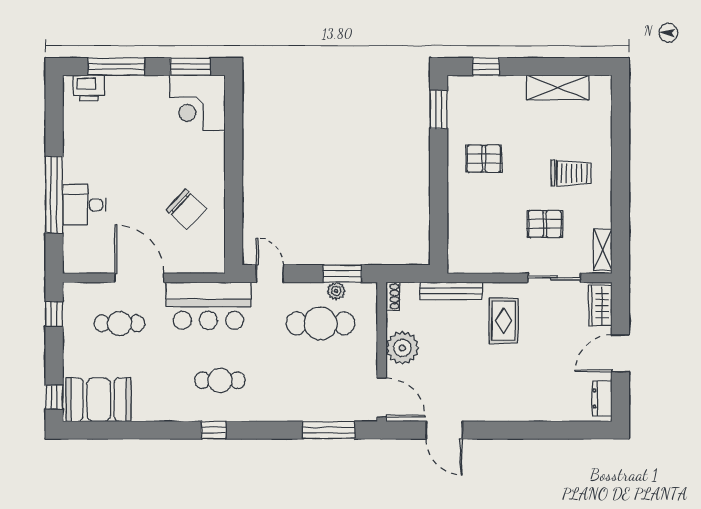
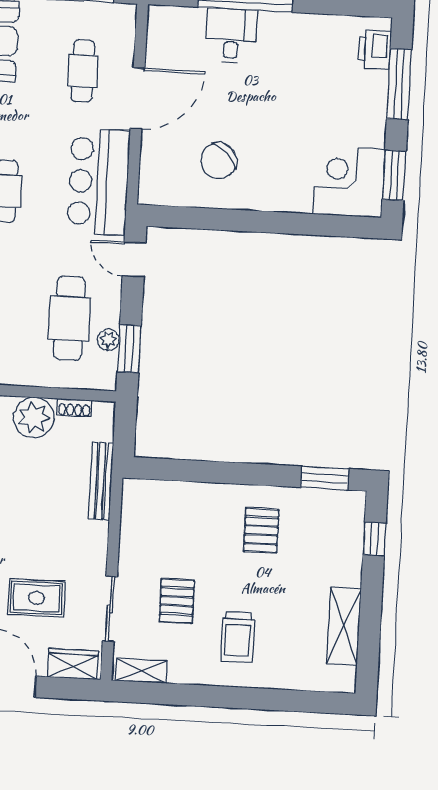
door: (270, 274) -> (134, 259), swing flipped
shoe rack: (393, 296) -> (74, 408), moved
rug: (504, 321) -> (36, 598), moved

